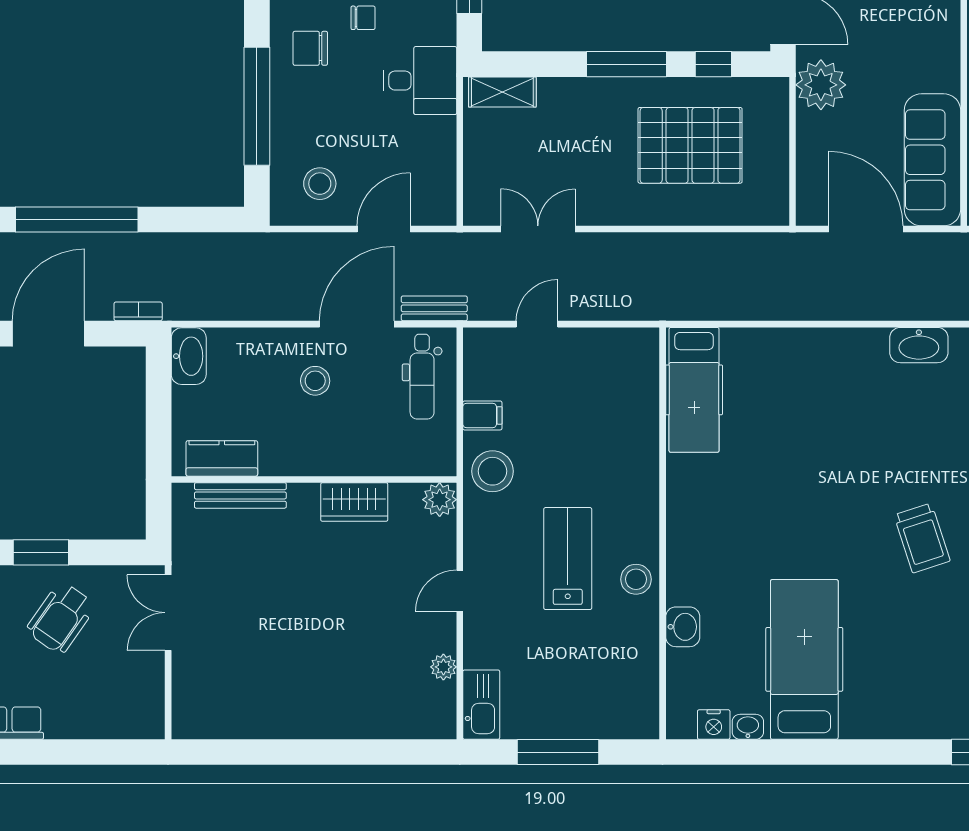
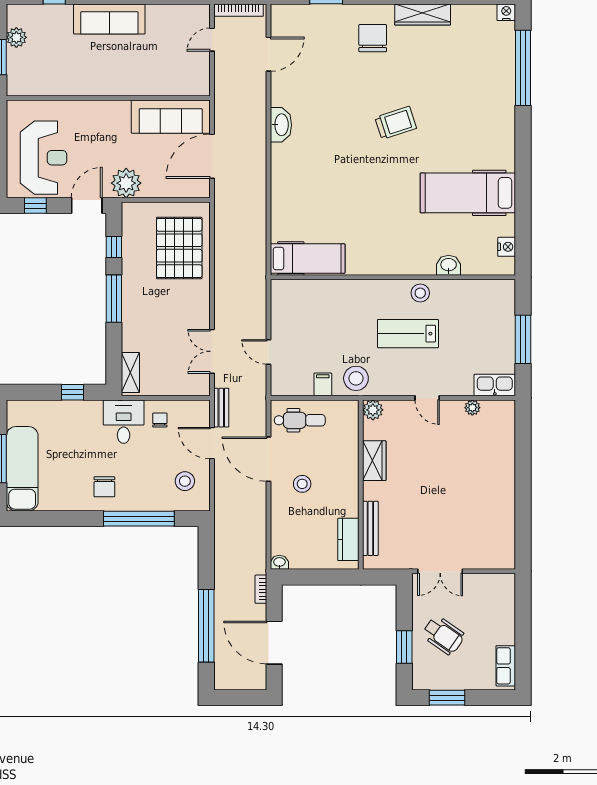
chair: (363, 18) -> (160, 420), moved
pallet: (690, 145) -> (179, 248), moved
bench: (434, 308) -> (221, 408), moved
washbasin: (189, 356) -> (279, 562), width x0.52, depth x0.69
washbasin: (748, 727) -> (508, 226), removed

